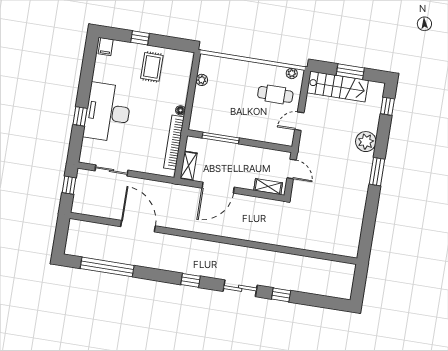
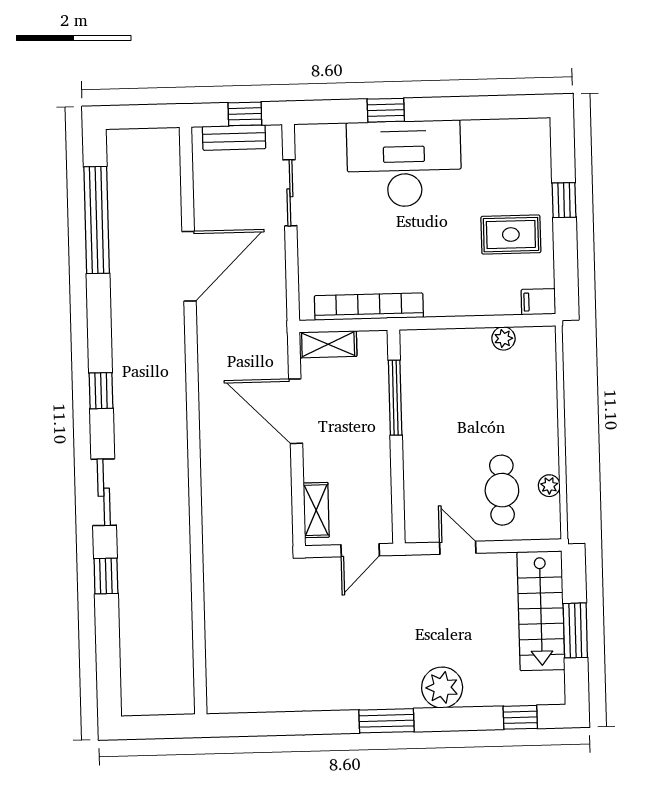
filing cabinet: (106, 47) -> (538, 302), moved
plant: (292, 73) -> (549, 486), moved
floor lamp: (180, 110) -> (435, 308), removed
bench: (80, 193) -> (234, 138), added

